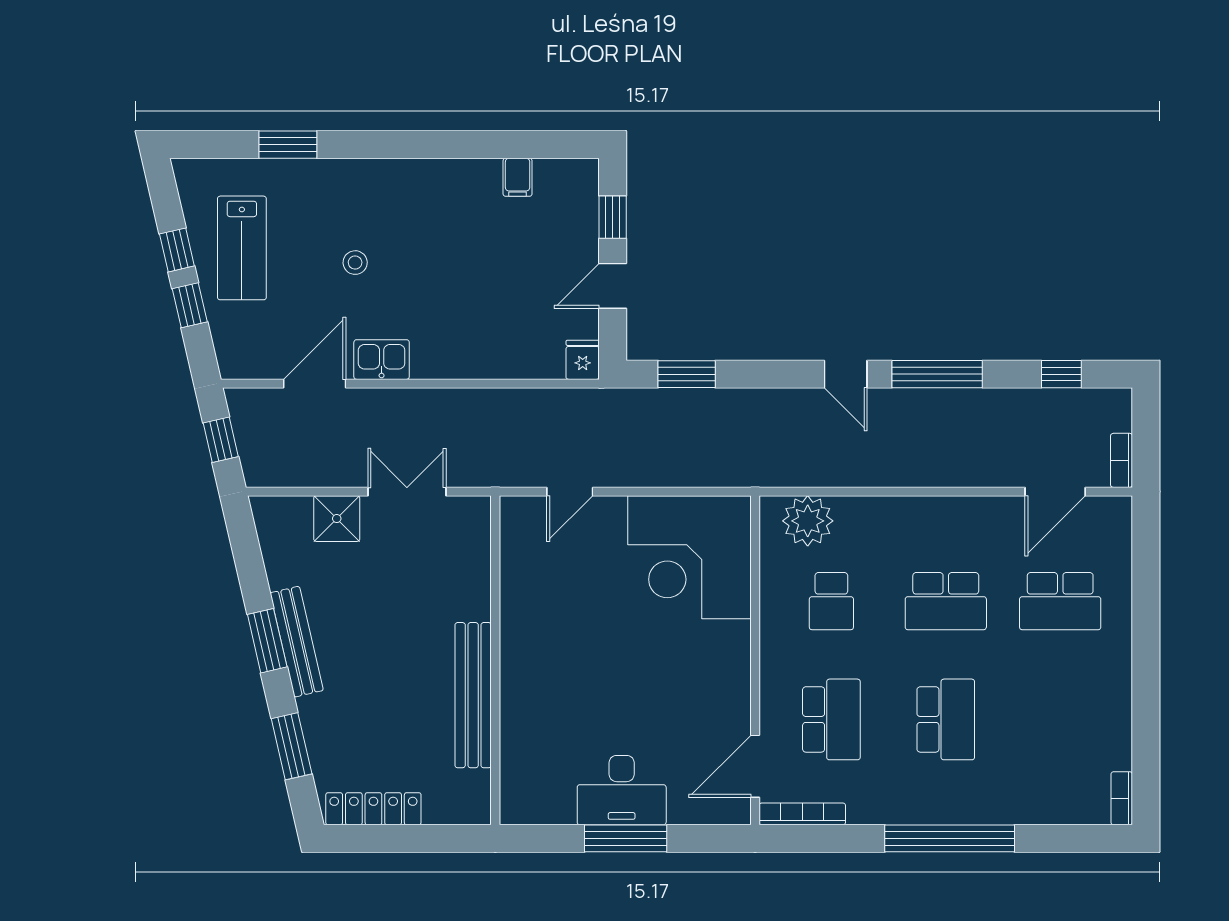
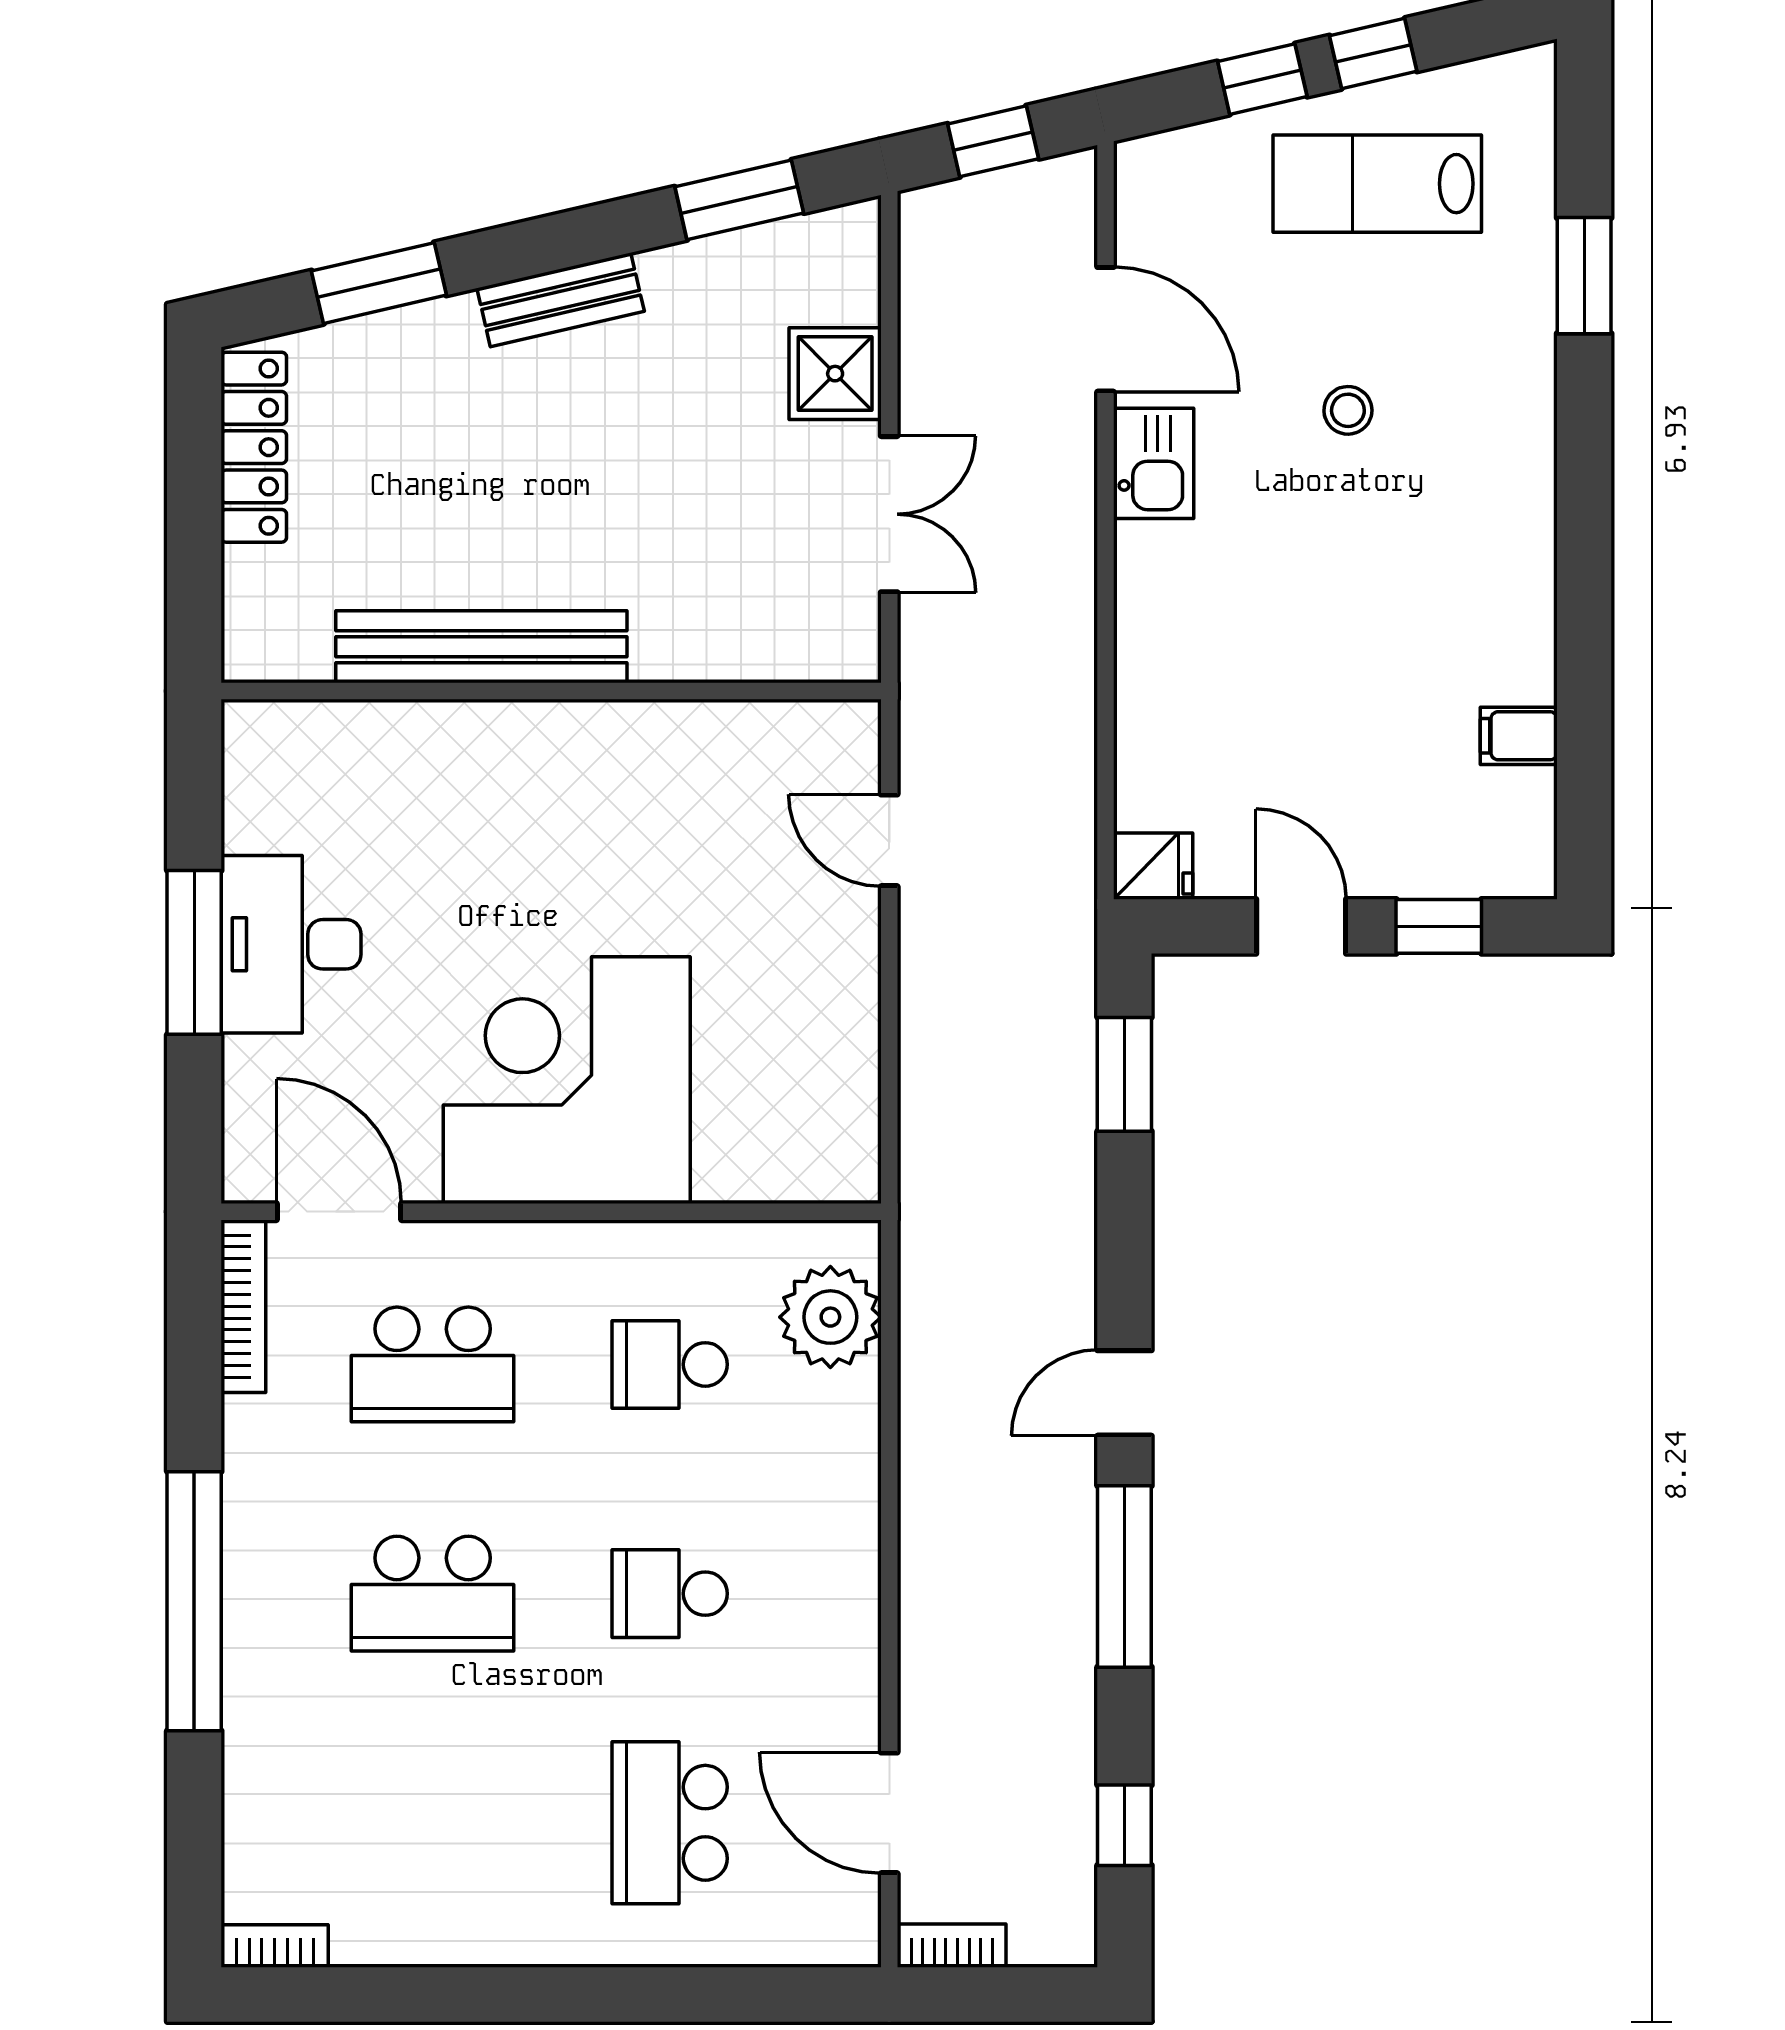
corner desk: (689, 557) -> (567, 1080), moved
school desk: (946, 601) -> (670, 1594), width x0.54
window: (267, 641) -> (739, 200), moved
bench: (297, 642) -> (561, 300), width x0.73

